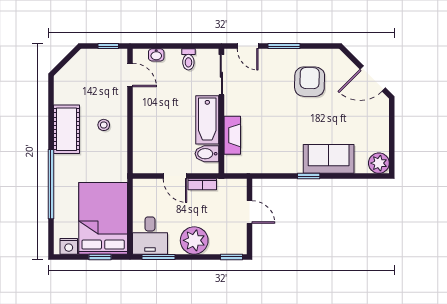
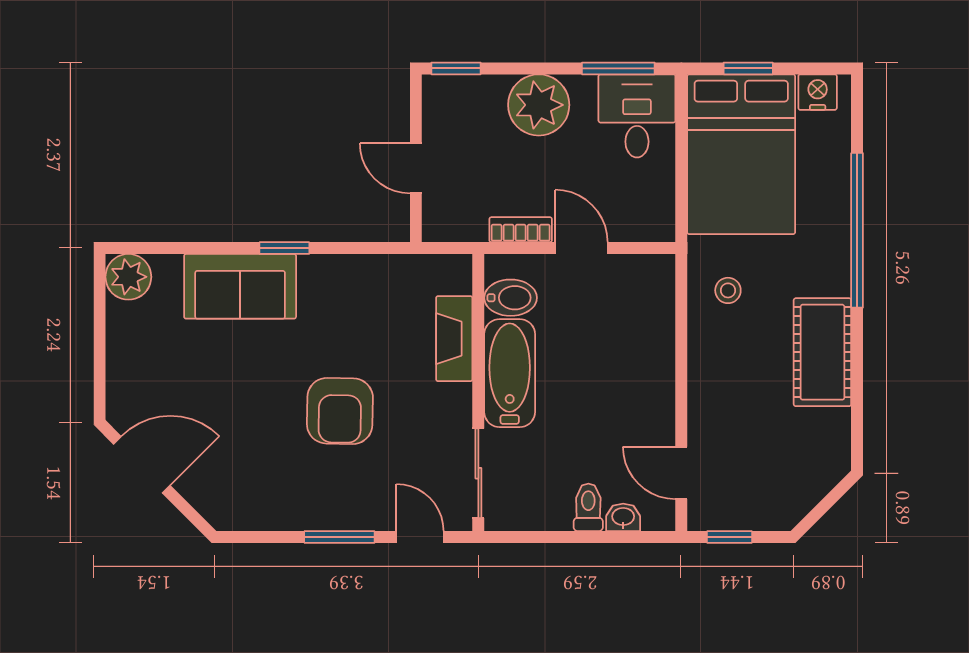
toilet: (188, 59) -> (588, 507), moved
armchair: (310, 82) -> (340, 411), moved
stool: (104, 125) -> (728, 290), moved

